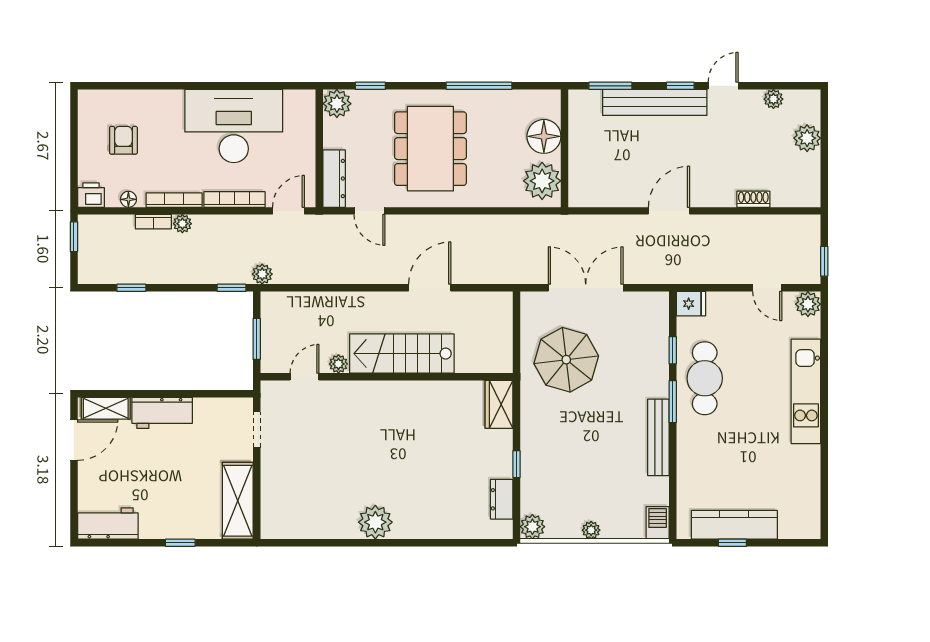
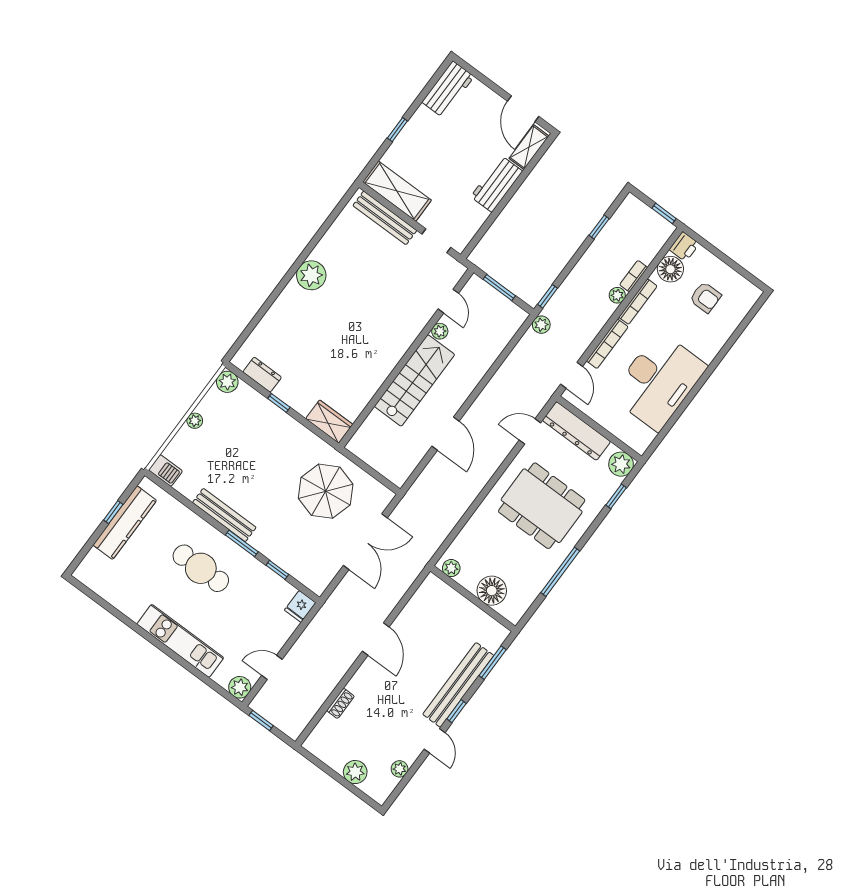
dresser: (334, 179) -> (576, 431), width x1.37, depth x1.24
plant: (542, 181) -> (451, 568), width x0.53, depth x0.53
floor lamp: (128, 199) -> (670, 269), width x1.89, depth x1.89
cafe table: (705, 378) -> (201, 568), moved
bench: (271, 493) -> (385, 218), added

